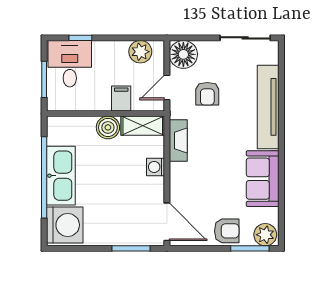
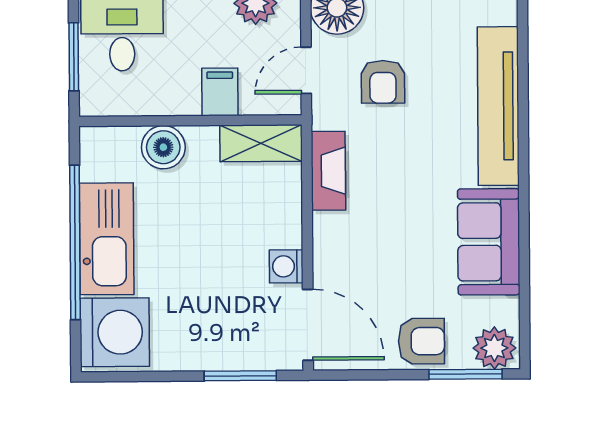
boiler: (108, 127) -> (163, 147), moved
washing machine: (156, 167) -> (286, 266), moved

